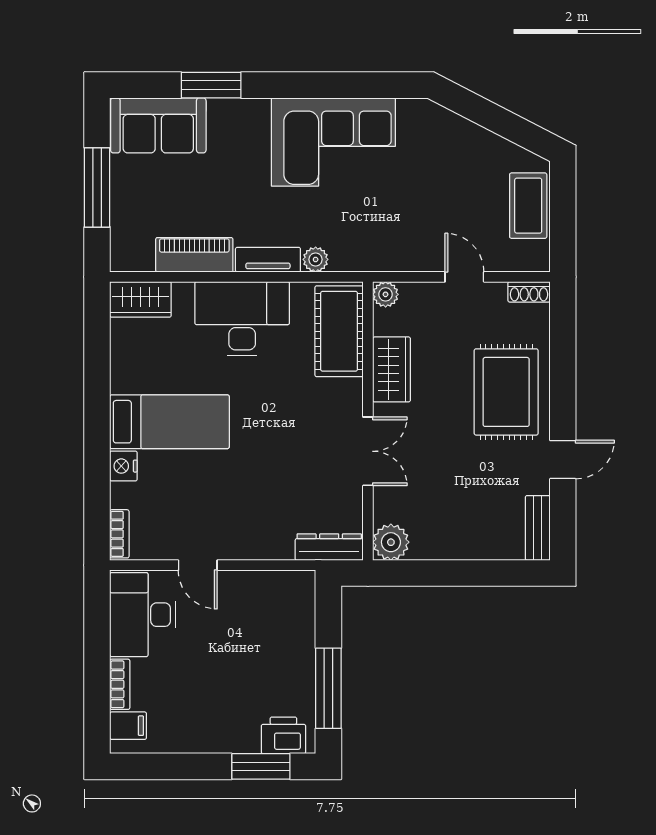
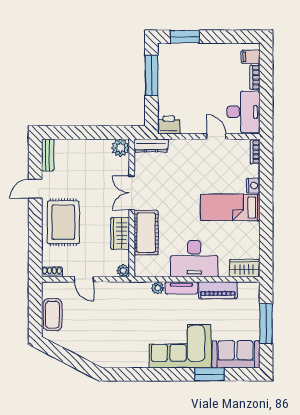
corner sofa: (333, 142) -> (180, 346), moved
cot: (339, 331) -> (146, 233), moved
printer: (283, 735) -> (169, 125), moved, turned 180

